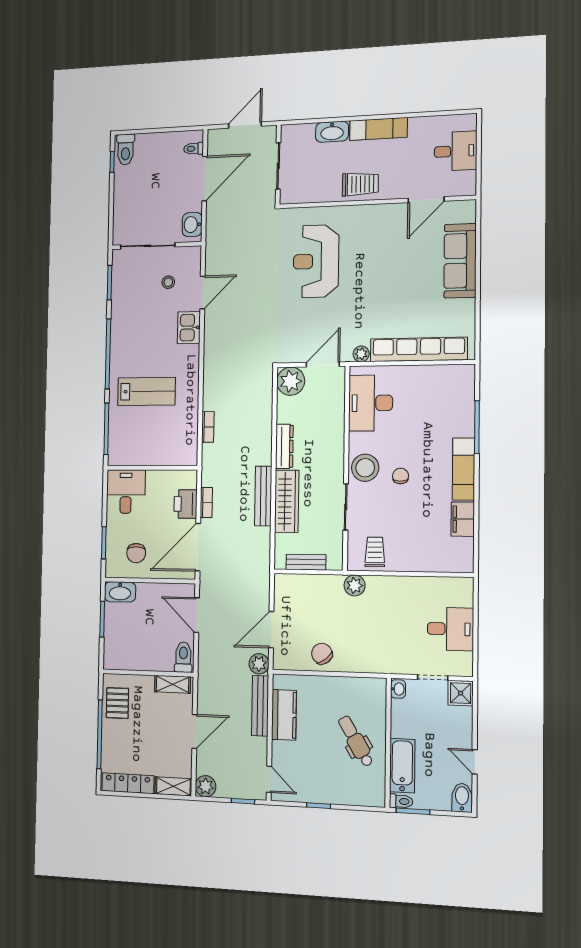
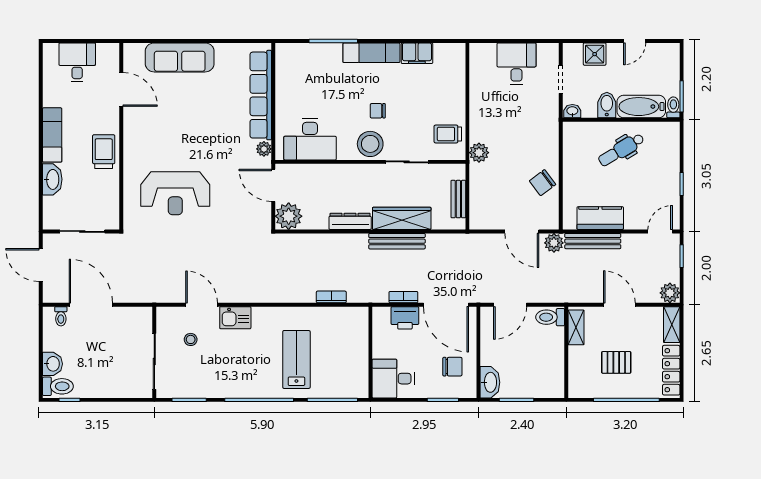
washbasin: (192, 225) -> (52, 364), moved, turned -90
shower: (461, 693) -> (595, 54), moved
pallet: (117, 703) -> (616, 362), moved
bidet: (462, 798) -> (607, 105), moved, turned 90

